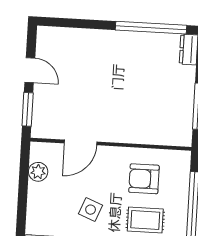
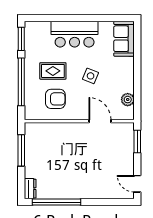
door: (30, 70) -> (137, 184), moved
door: (81, 142) -> (100, 121), hinge flipped

